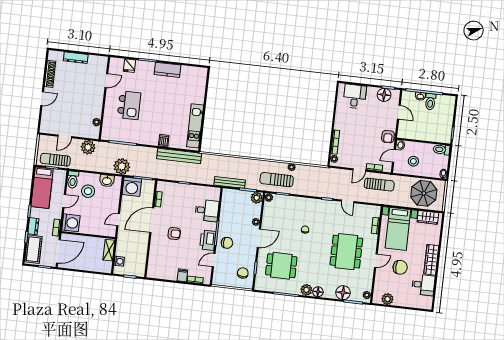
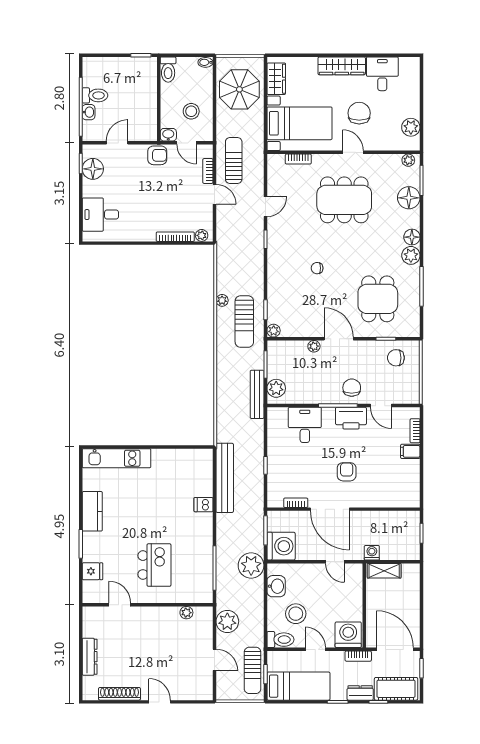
kitchen island: (129, 105) -> (154, 565), turned 90
kitchen unit: (195, 126) -> (116, 458), moved
plant: (257, 198) -> (276, 388), moved
washing machine: (119, 261) -> (372, 553), moved

